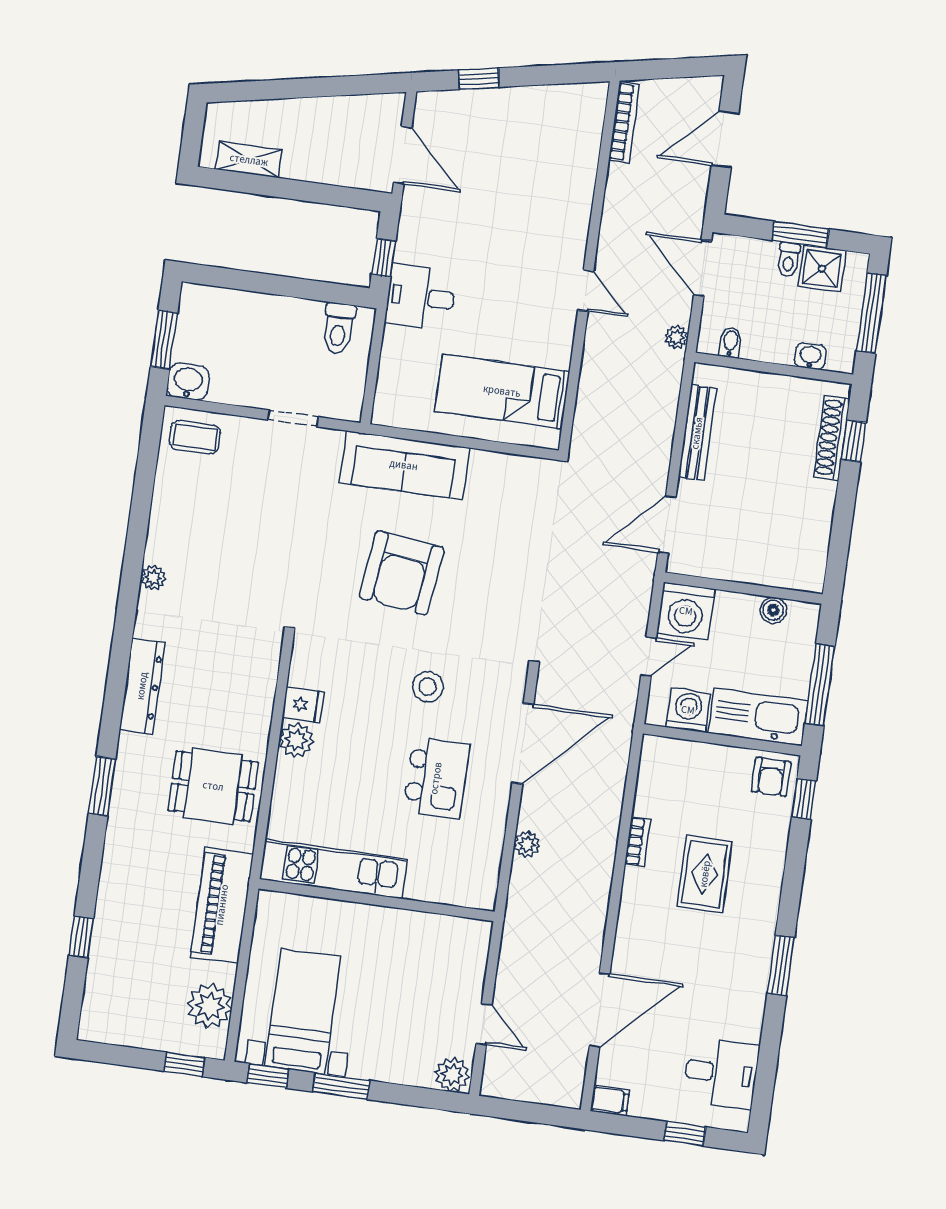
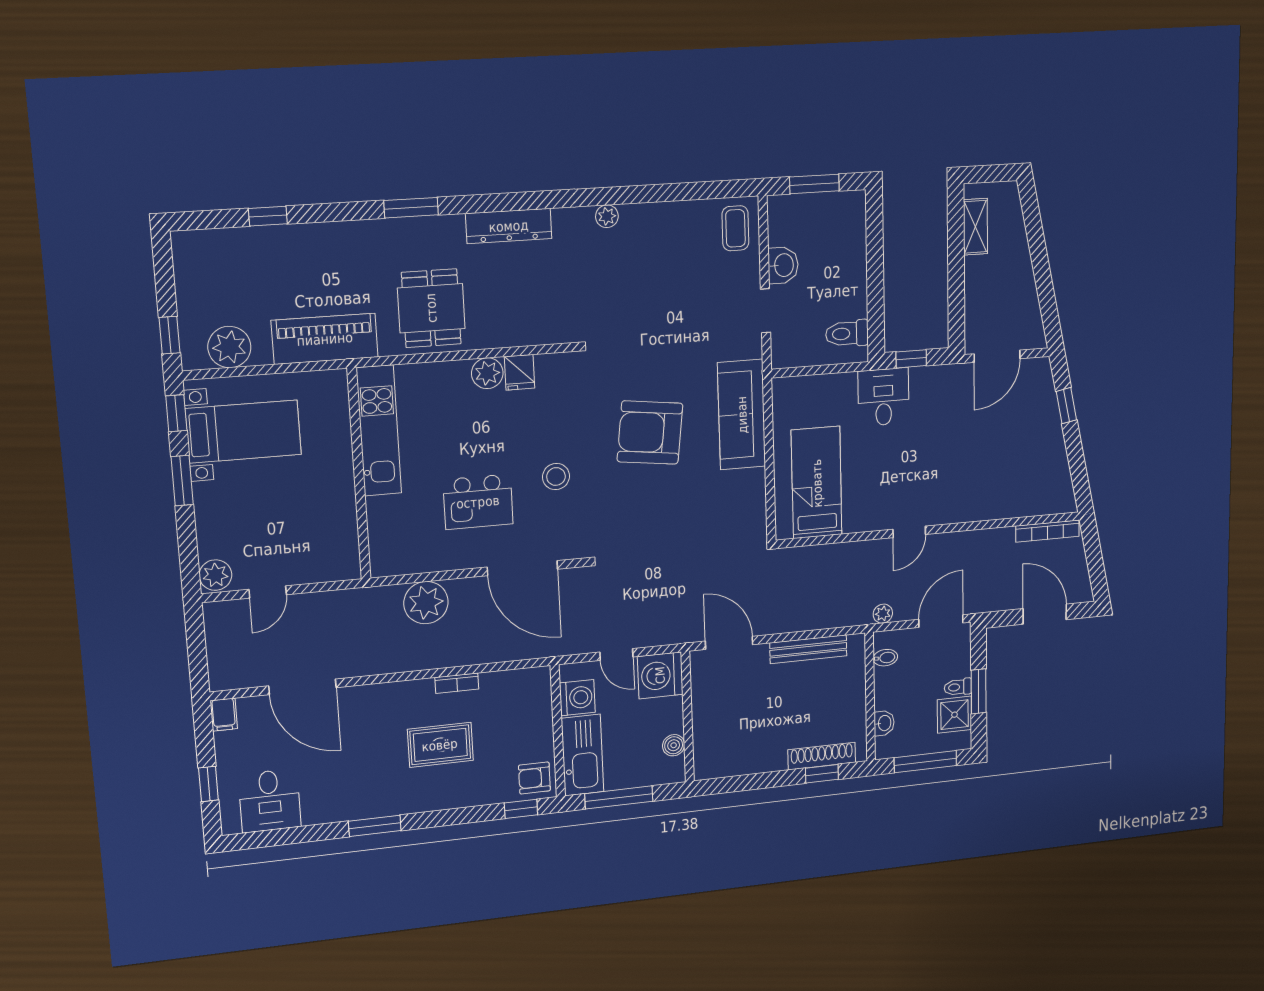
washbasin: (188, 382) -> (783, 265), moved
plant: (527, 844) -> (426, 603), width x1.88, depth x1.88

